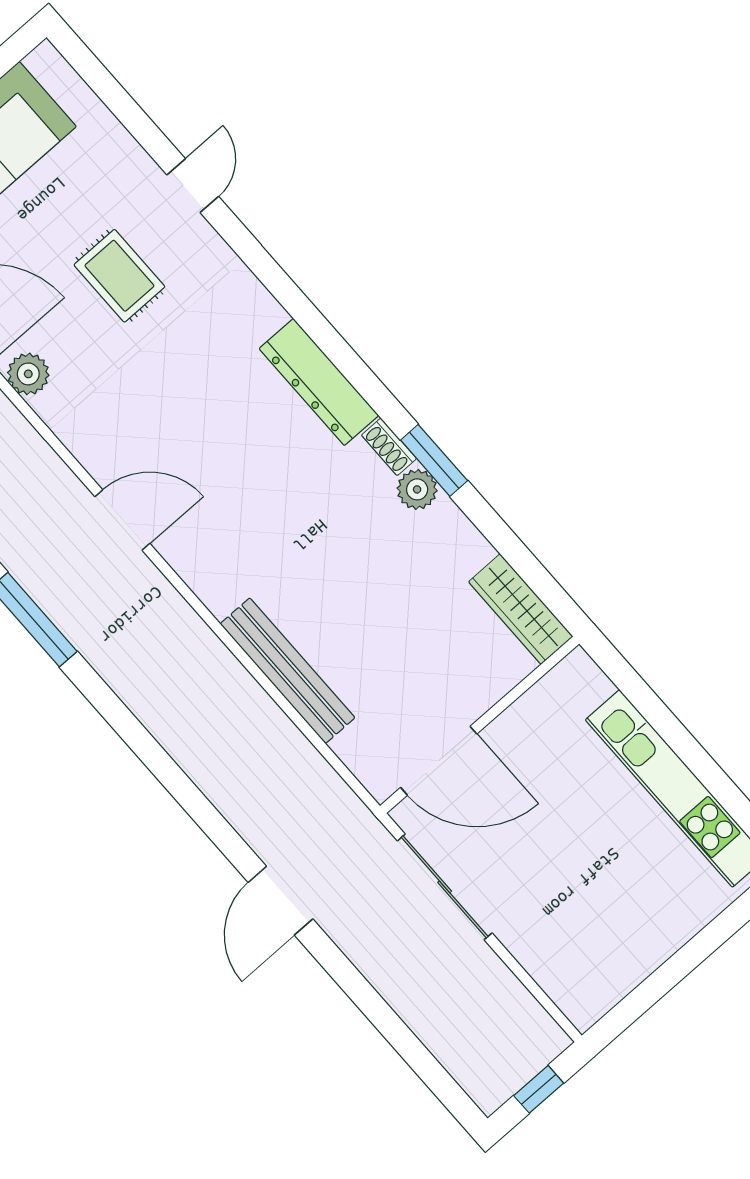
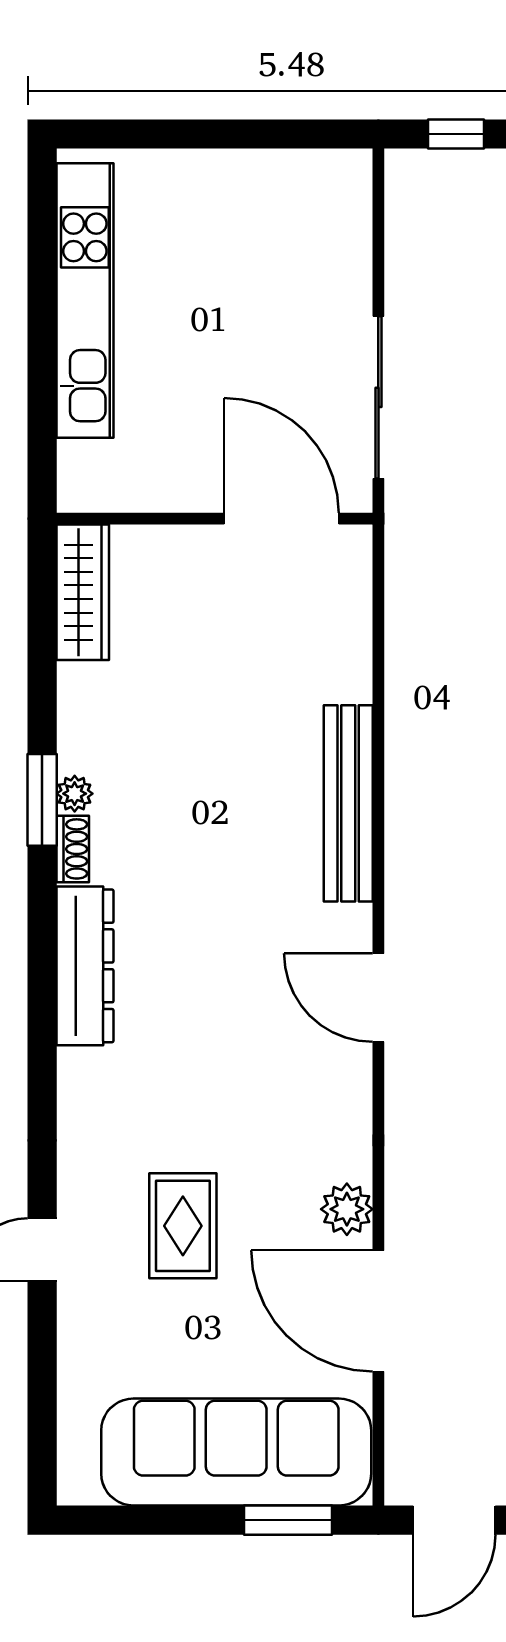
plant: (417, 489) -> (75, 794), width x0.73, depth x0.73
bench: (288, 671) -> (348, 803), moved

